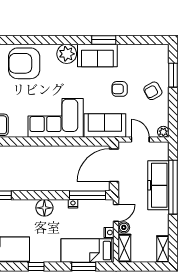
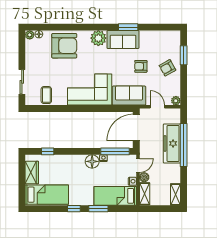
armchair: (24, 63) -> (64, 46), turned 180
floor lamp: (44, 208) -> (92, 161), moved
window: (84, 267) -> (98, 209), moved

